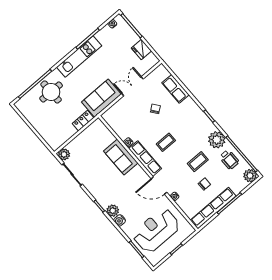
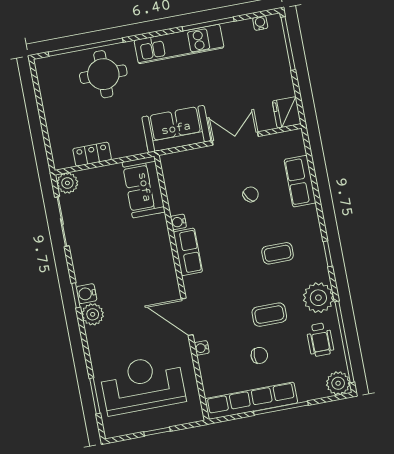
fridge: (141, 49) -> (287, 112), moved
locker: (83, 121) -> (92, 154), moved
coffee table: (166, 142) -> (278, 253), moved
sofa: (121, 157) -> (144, 187), moved
row of seats: (145, 159) -> (188, 252), width x0.68
water cooler: (120, 220) -> (87, 294), moved

